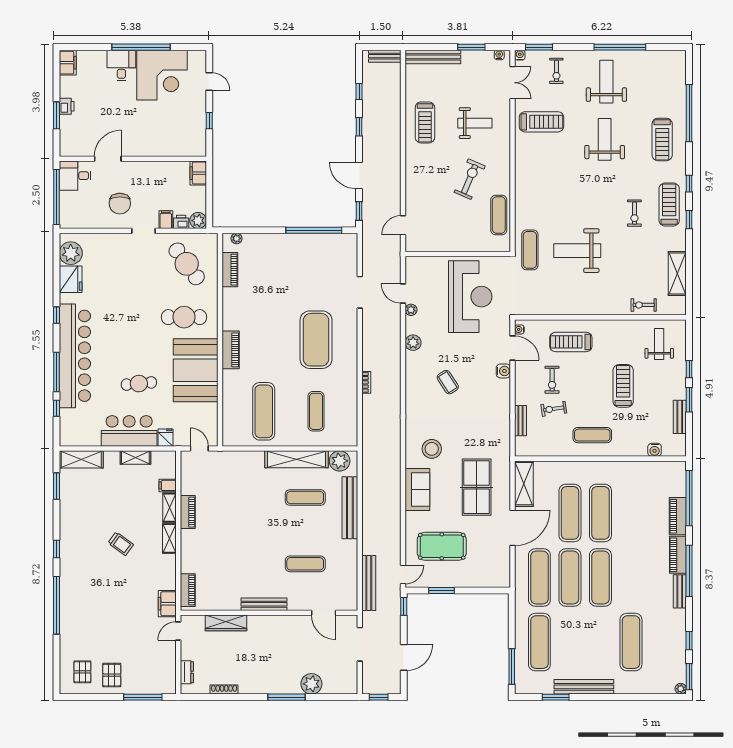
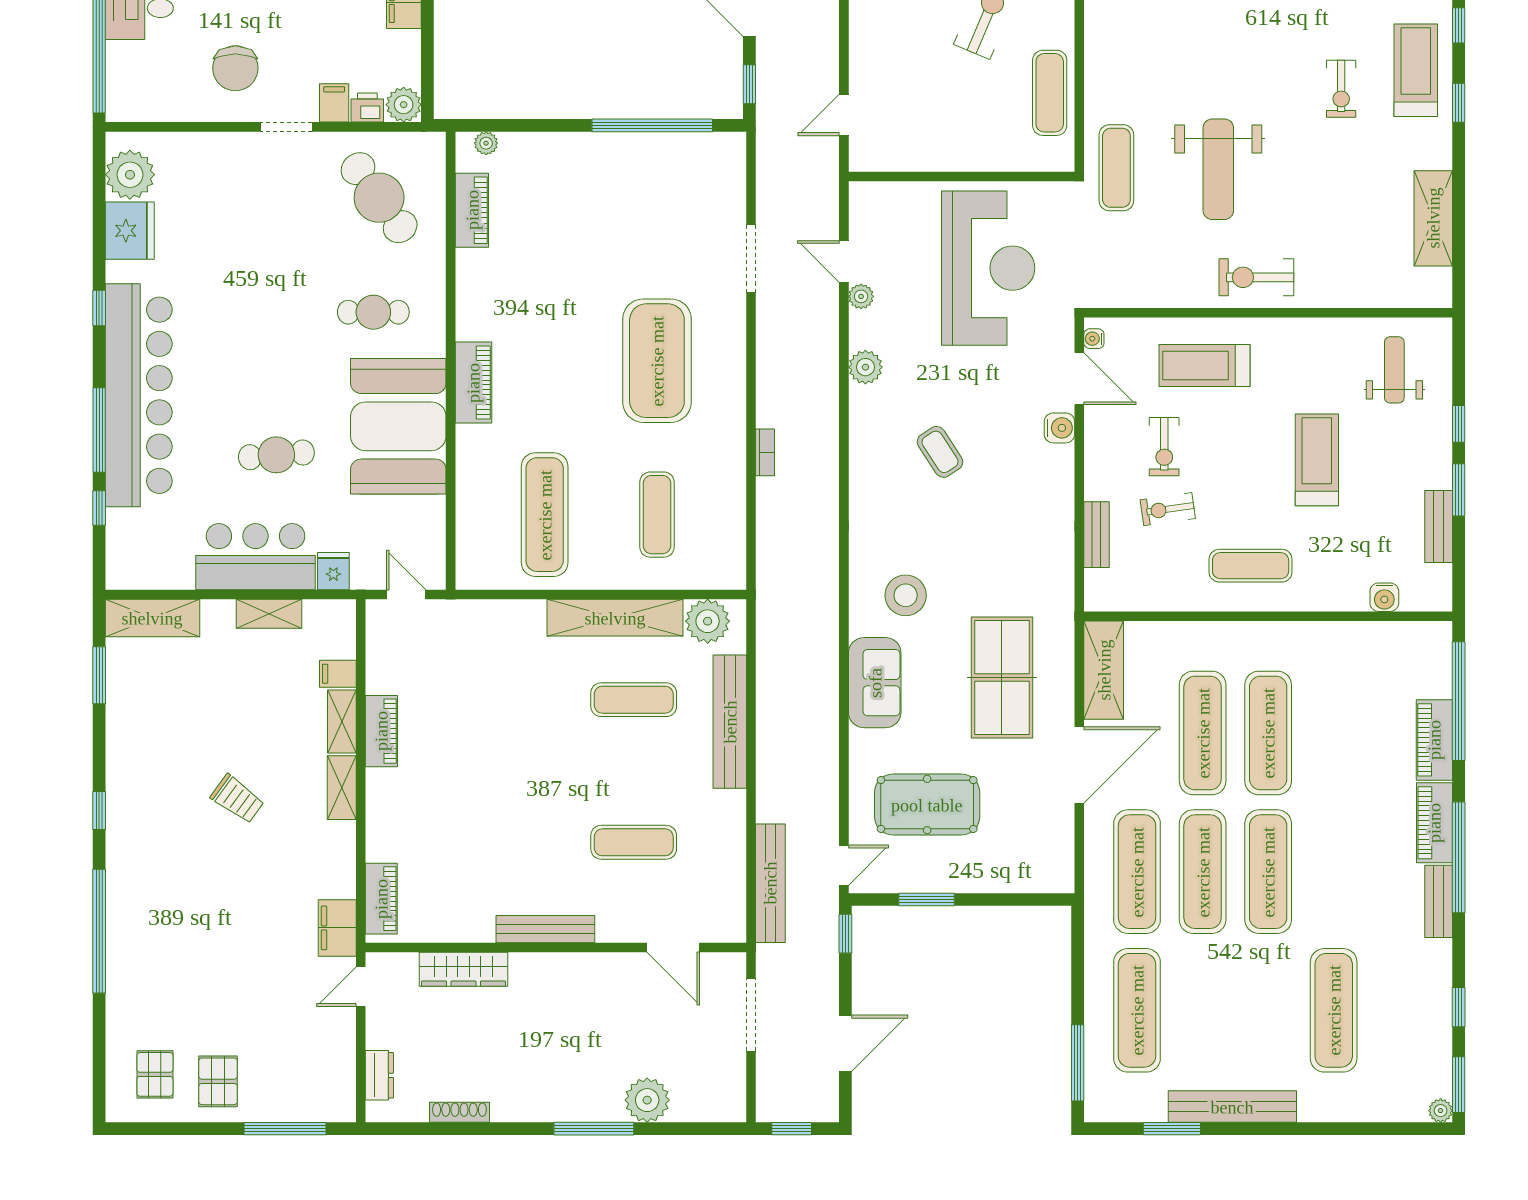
weight bench: (577, 251) -> (1218, 169), turned -90
exercise bike: (644, 305) -> (1256, 277), moved, width x1.38, depth x1.39
cafe table: (184, 317) -> (373, 312), width x0.73, depth x0.74

